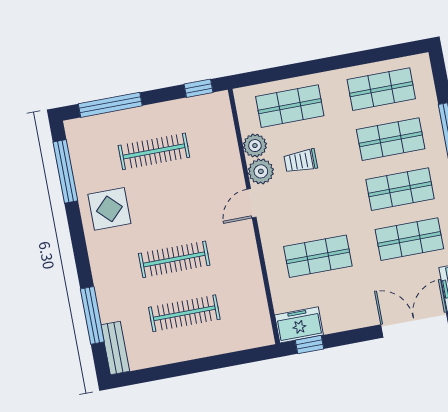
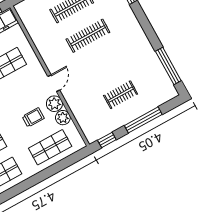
window: (110, 105) -> (143, 120), moved
clothes rail: (154, 151) -> (121, 95), width x0.73
display table: (109, 209) -> (135, 53), removed

